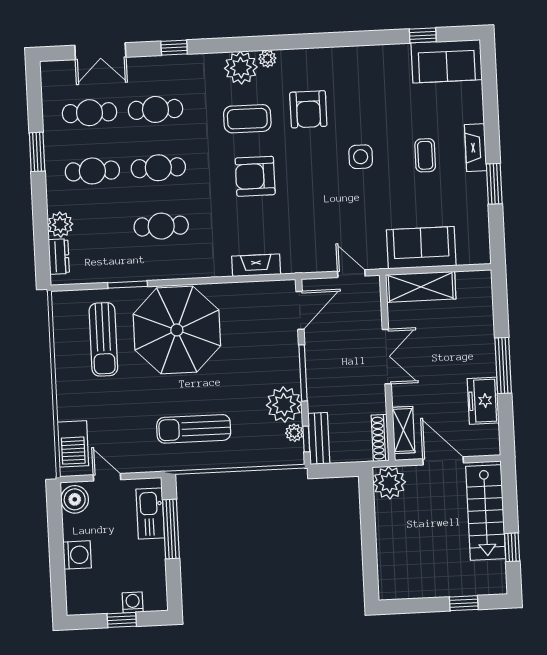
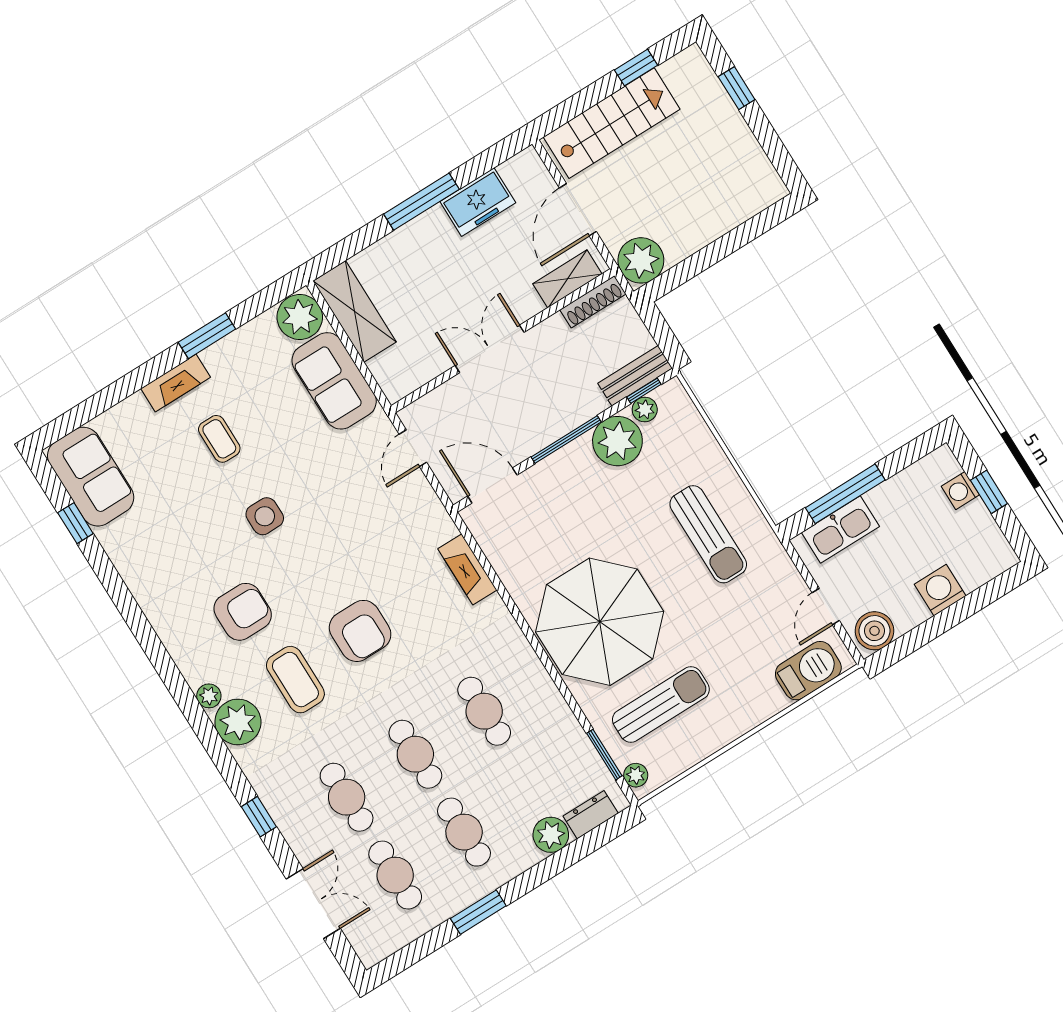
coffee table: (425, 155) -> (219, 439), turned 90
plant: (473, 249) -> (300, 317), added
window: (128, 285) -> (604, 755), moved
shelving: (421, 287) -> (355, 311), moved
plant: (68, 299) -> (636, 775), added

